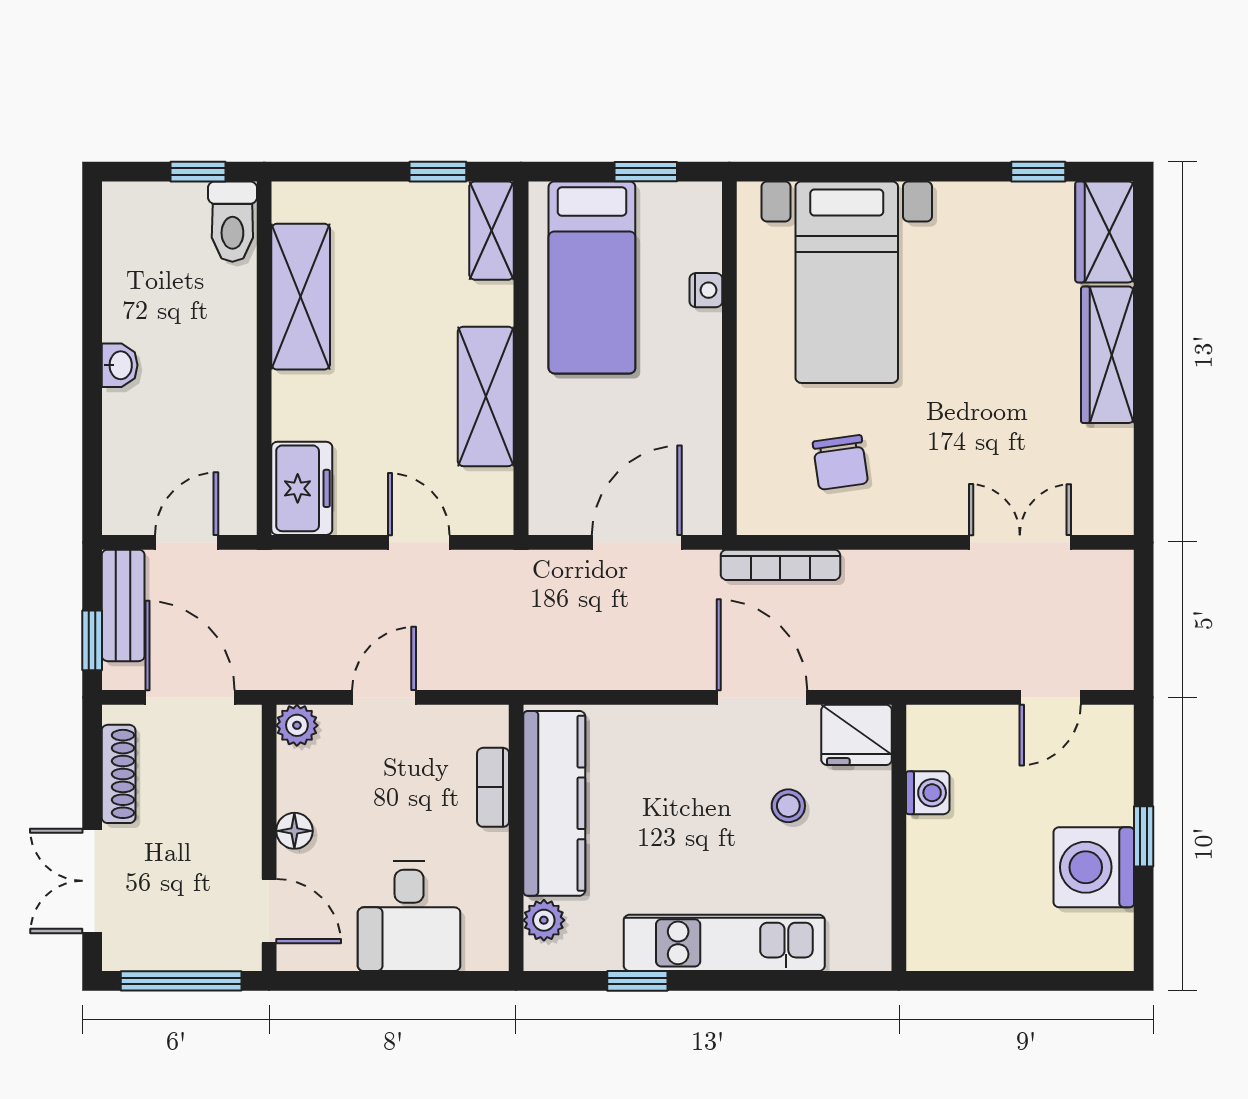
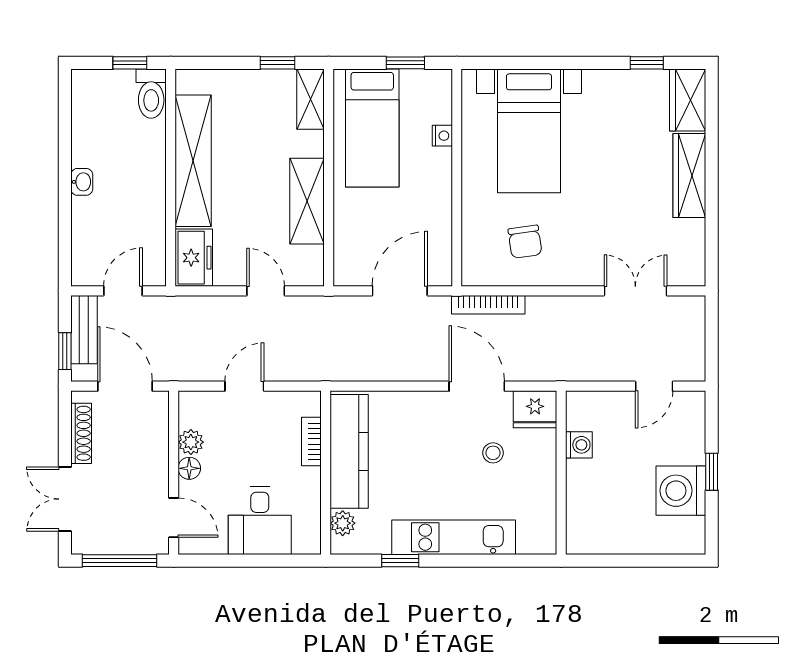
shelving: (301, 297) -> (193, 161), width x1.47
plant: (297, 725) -> (191, 442), moved

